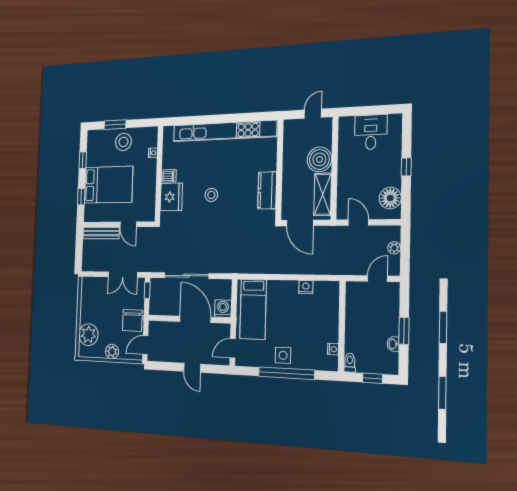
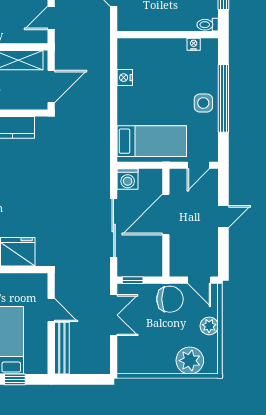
stool: (211, 195) -> (16, 199), removed
door: (128, 224) -> (51, 310), hinge flipped
washing machine: (223, 309) -> (128, 179), moved, turned -90
door: (233, 348) -> (198, 165), hinge flipped

